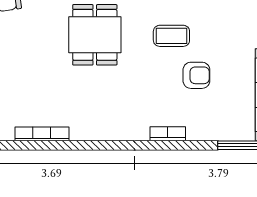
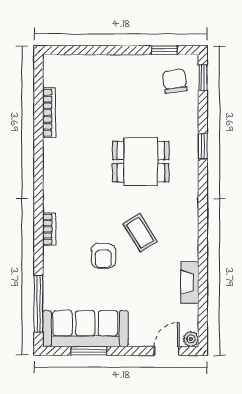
coffee table: (171, 36) -> (140, 233), turned -32

